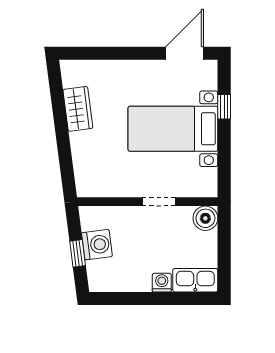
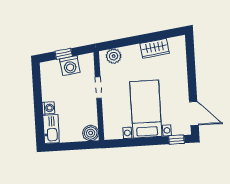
window: (224, 107) -> (176, 140), moved
plant: (86, 175) -> (114, 56), added
doorway: (159, 202) -> (98, 88), moved

